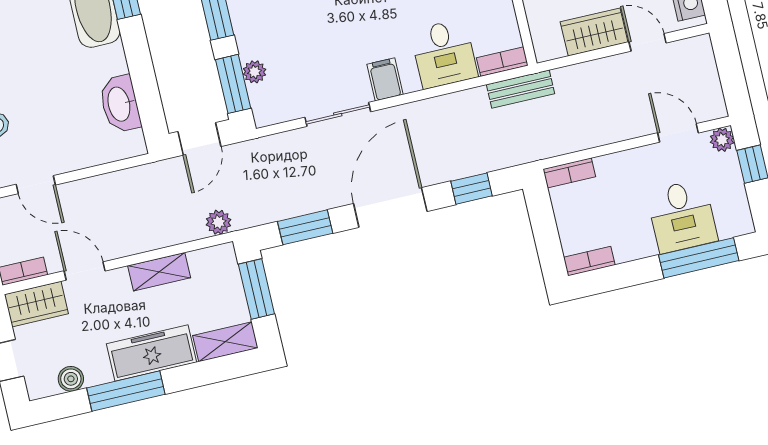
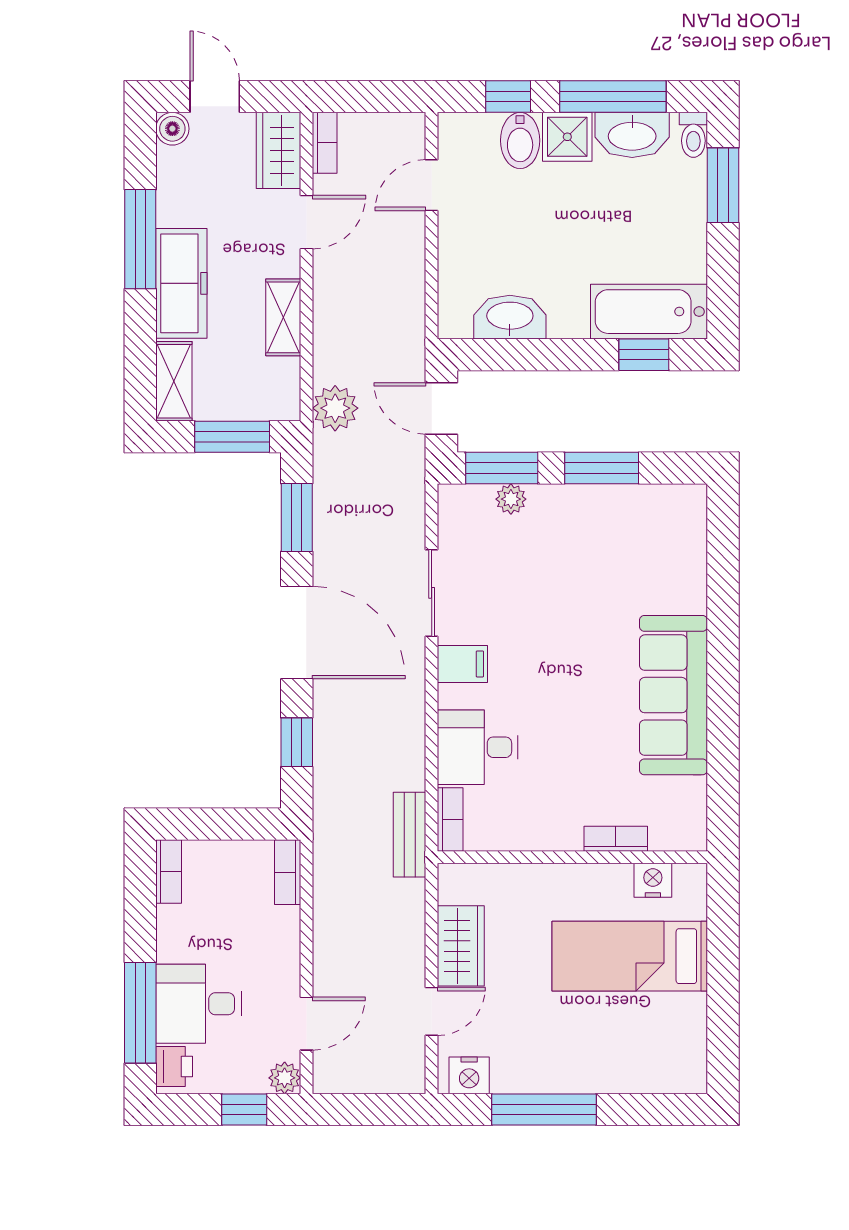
plant: (219, 222) -> (335, 408), width x1.38, depth x1.38
printer: (733, 223) -> (174, 1067), added
boiler: (71, 379) -> (172, 129), moved

